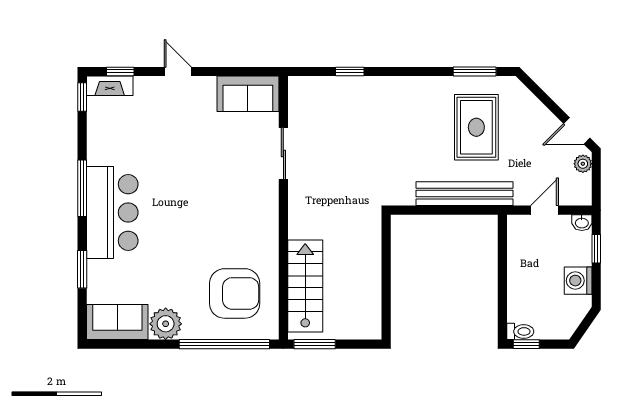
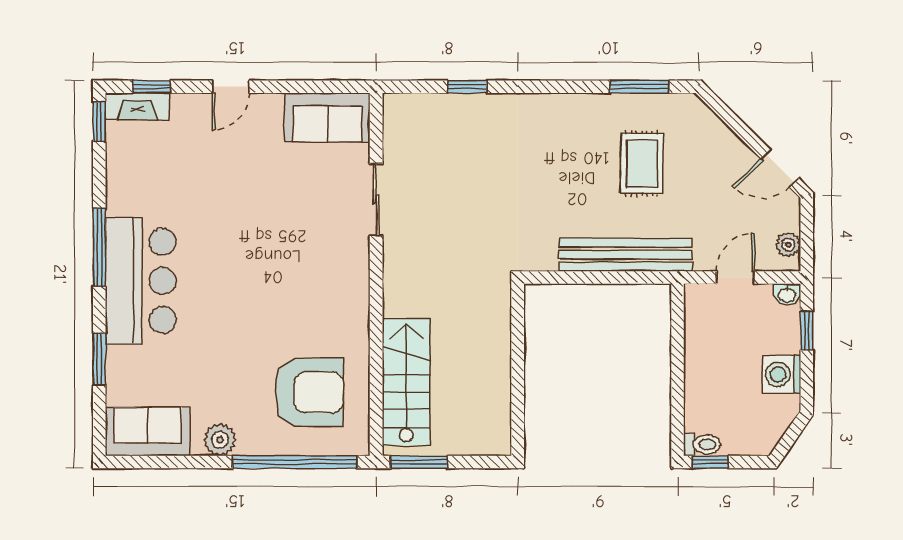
door: (178, 71) -> (231, 87), swing flipped
rug: (476, 127) -> (642, 163), width x0.73, depth x0.70
plant: (583, 164) -> (788, 244), moved
plant: (166, 324) -> (220, 440), width x0.73, depth x0.73

